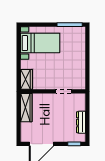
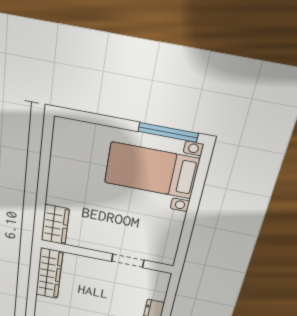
bed with nightstands: (40, 43) -> (152, 171), moved, turned 180

